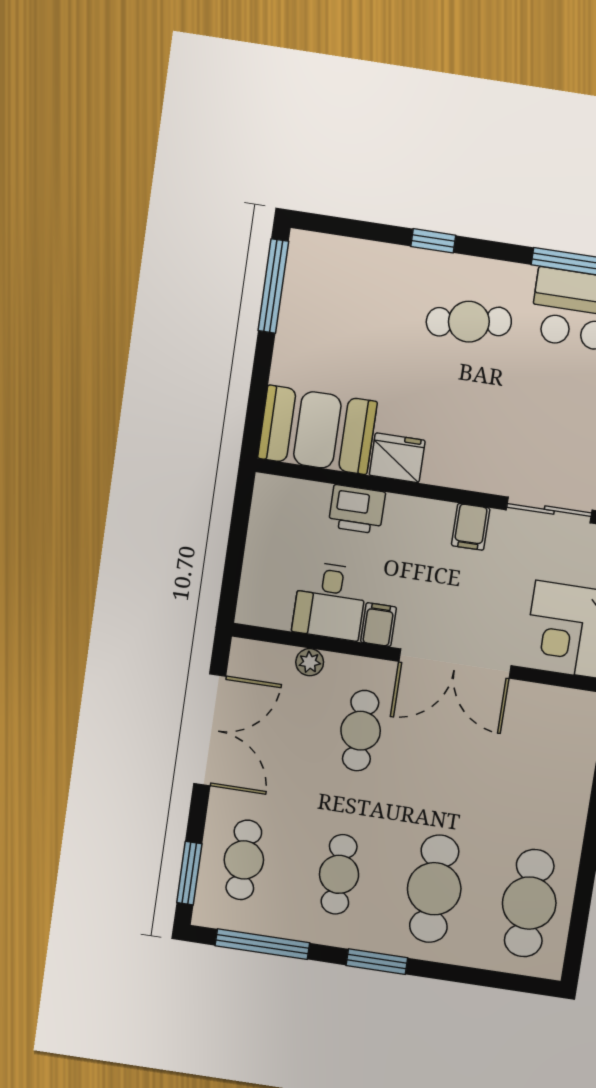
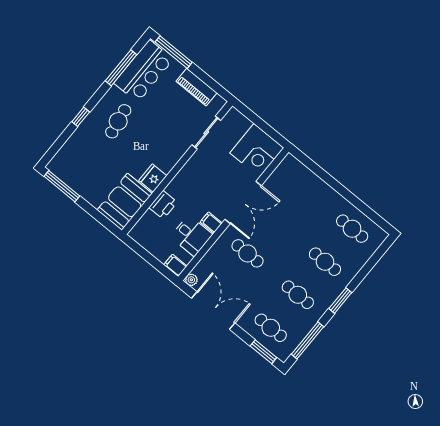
filing cabinet: (471, 527) -> (175, 265), moved, turned 180
plant: (310, 662) -> (191, 280), moved
cafe table: (434, 889) -> (325, 262), width x0.73, depth x0.74
cafe table: (529, 903) -> (352, 229), width x0.73, depth x0.74

